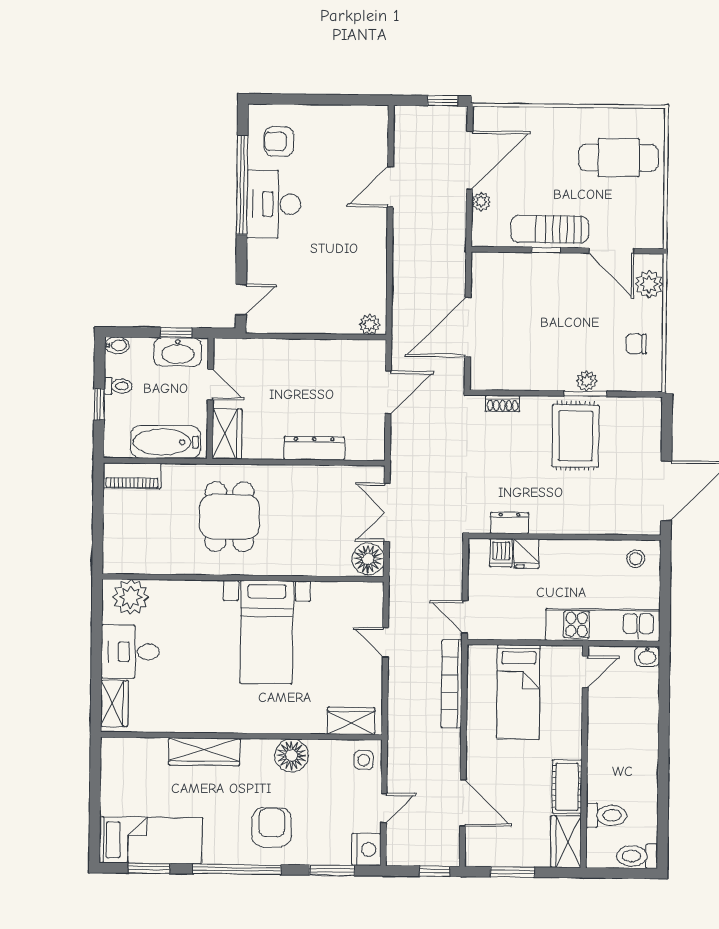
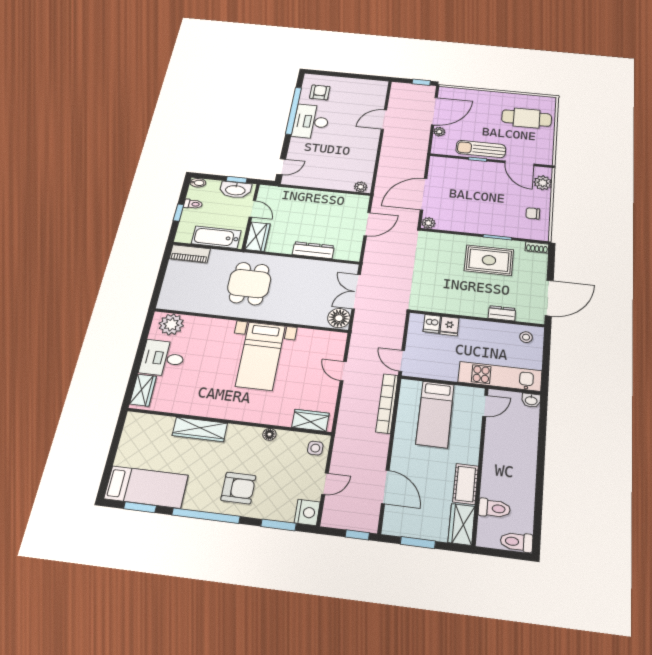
armchair: (279, 141) -> (320, 92), turned 90
plant: (587, 381) -> (428, 223), moved
shoe rack: (503, 404) -> (537, 247), moved
rug: (575, 436) -> (489, 260), turned 90
dresser: (510, 523) -> (502, 313), moved
floor lamp: (291, 755) -> (269, 434), width x0.53, depth x0.53
armchair: (272, 827) -> (238, 488), turned 90

